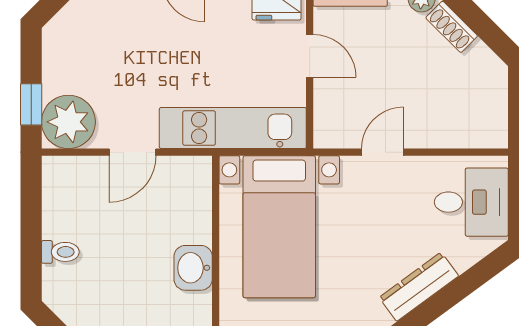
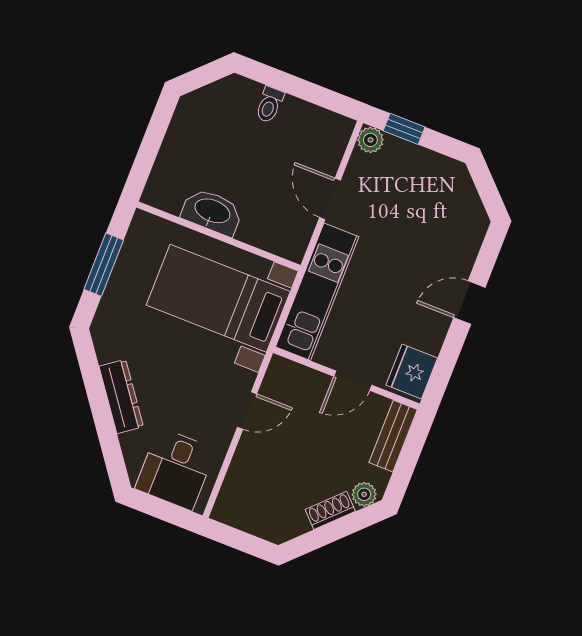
plant: (68, 122) -> (370, 140), width x0.53, depth x0.53
door: (383, 152) -> (247, 410), hinge flipped
washbasin: (193, 268) -> (212, 212), width x1.38

